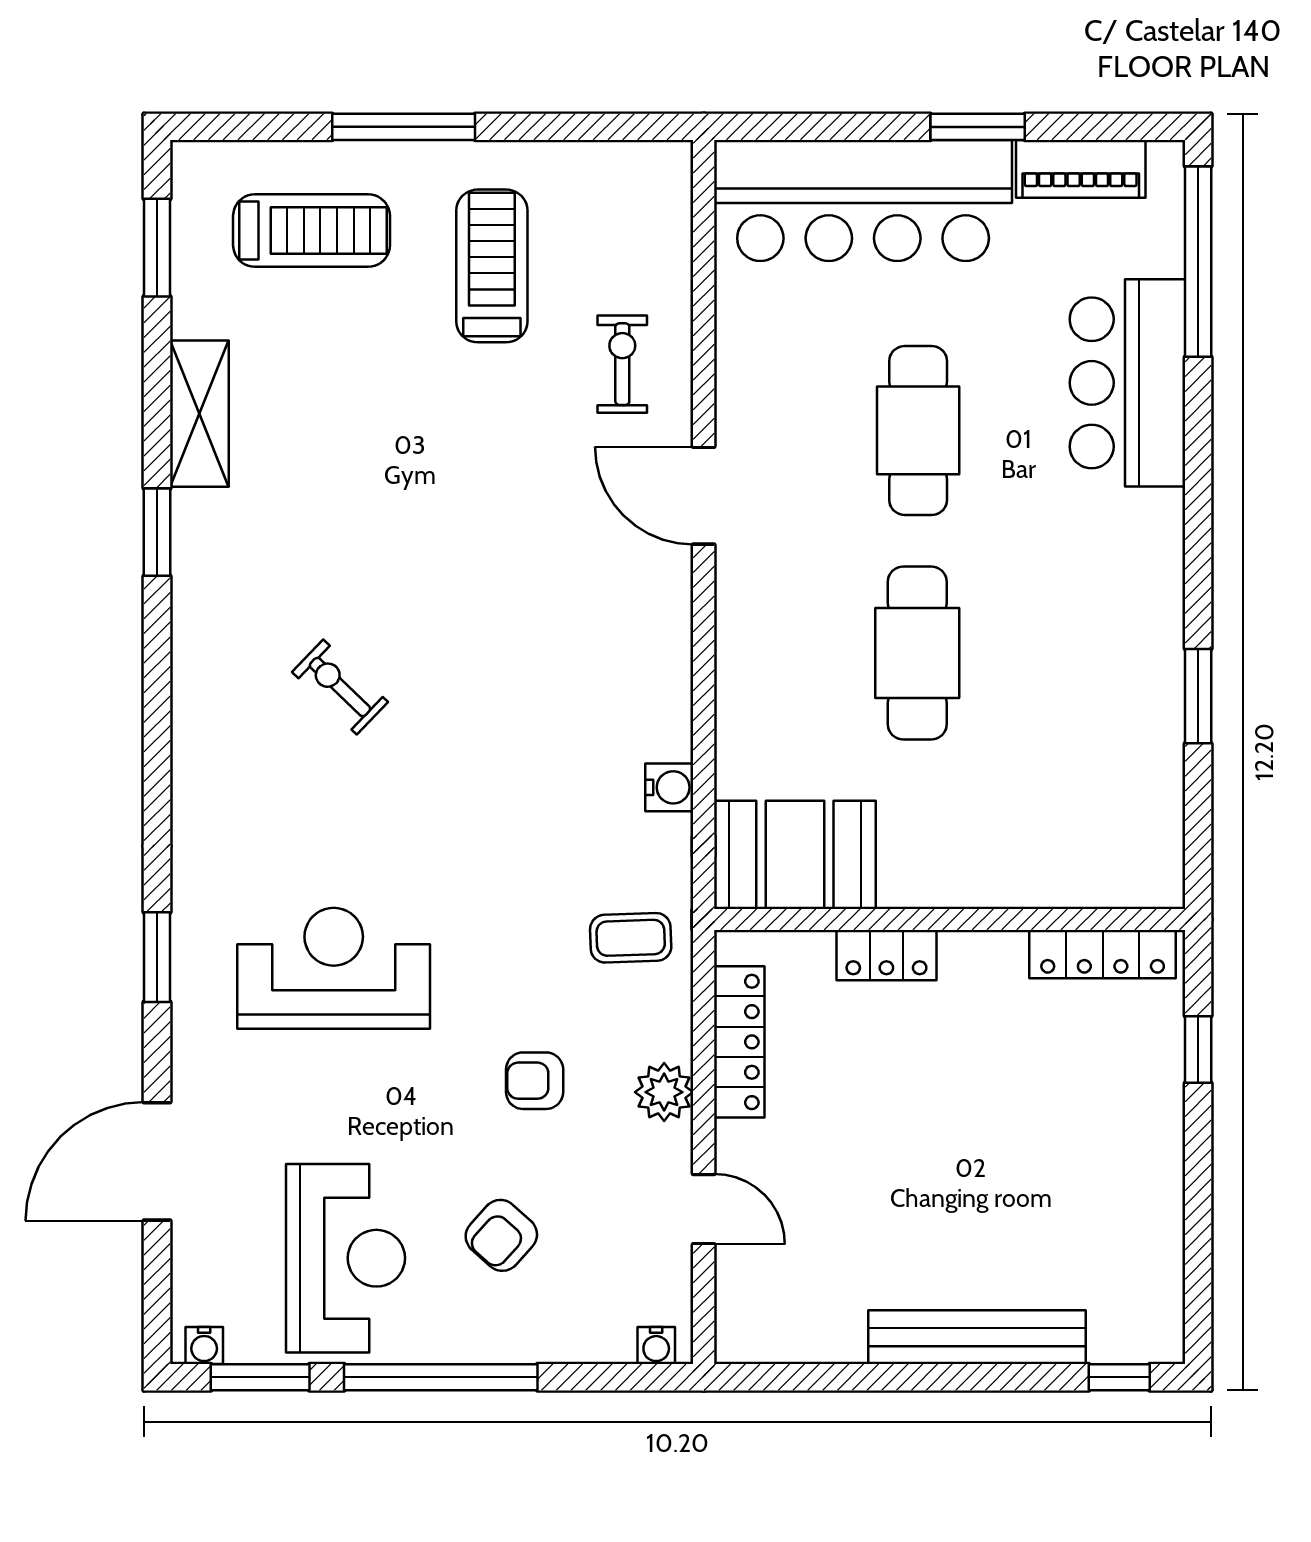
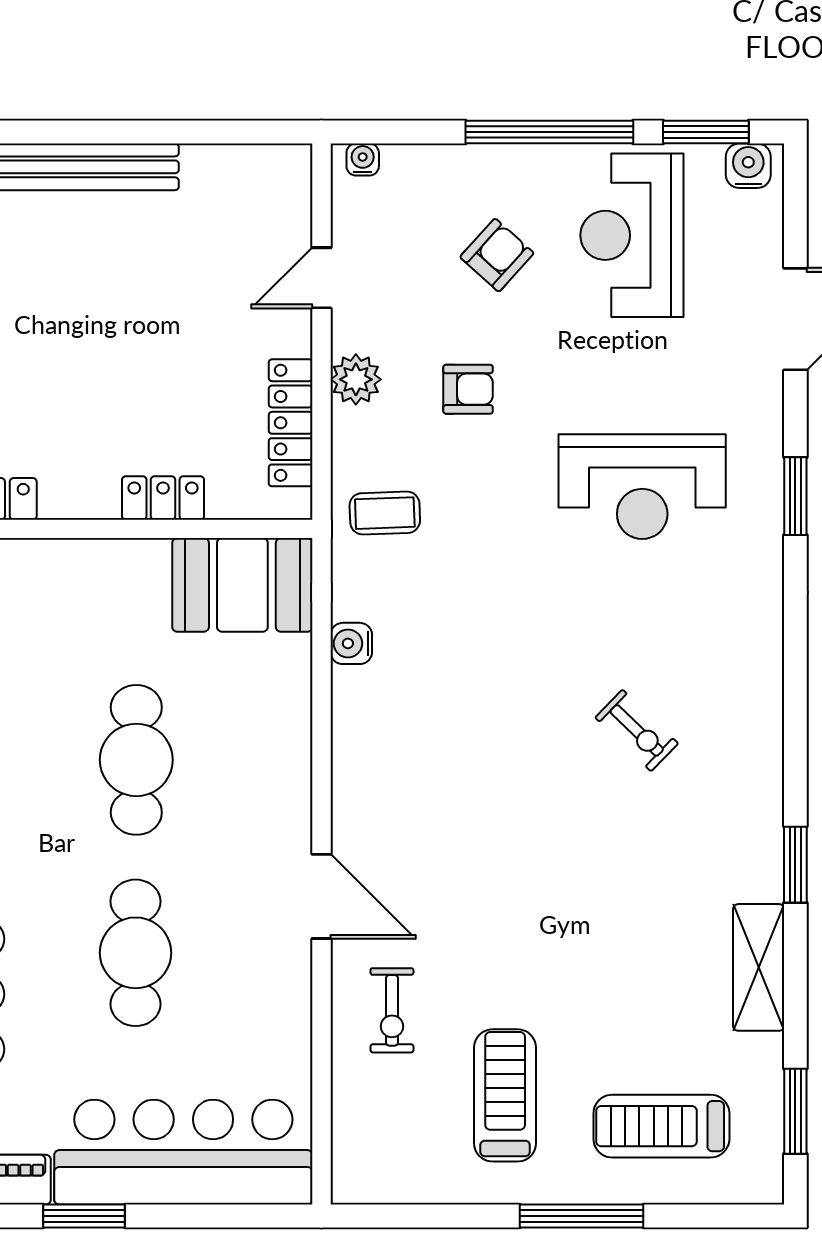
treadmill: (492, 266) -> (505, 1095), turned 180
door: (704, 1209) -> (321, 278), hinge flipped
water cooler: (204, 1346) -> (748, 166), width x1.38, depth x1.38

